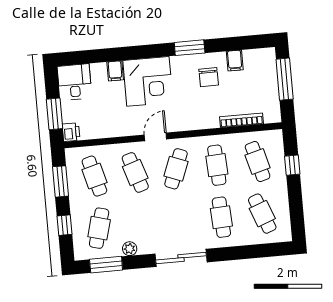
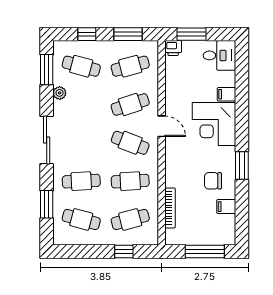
cafe table: (262, 214) -> (81, 219), turned 36
window: (249, 252) -> (47, 204), added

